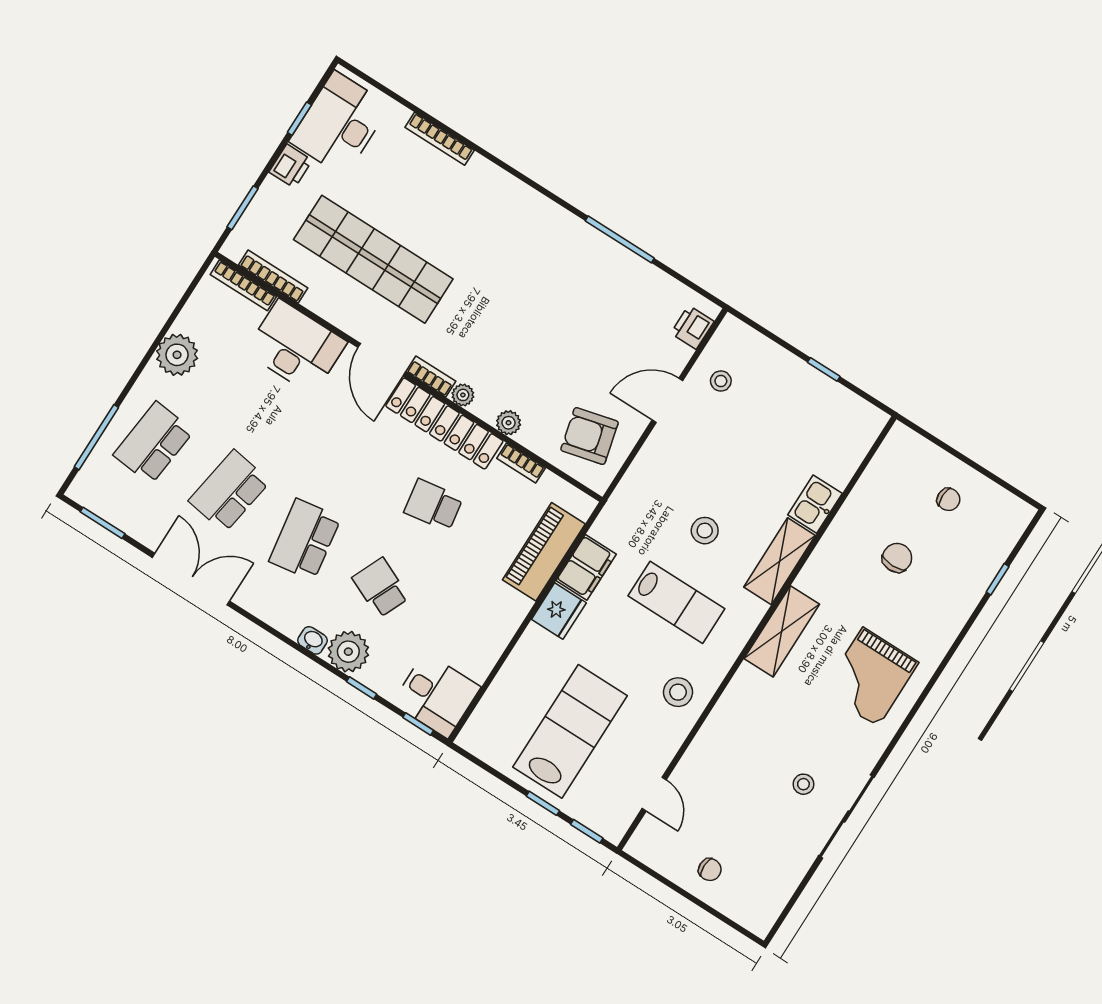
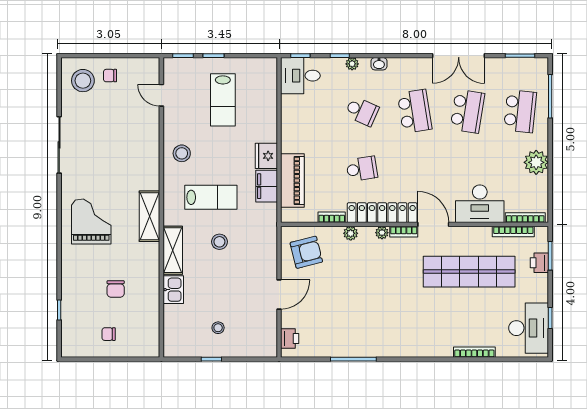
printer: (291, 166) -> (539, 263), moved
stool: (721, 381) -> (218, 328), moved
lab bench: (676, 602) -> (211, 197), turned 180
plant: (348, 652) -> (352, 64), width x0.53, depth x0.53
lab bench: (570, 731) -> (223, 100), width x0.73, depth x0.72
stool: (803, 784) -> (83, 81), moved, width x1.89, depth x1.89

